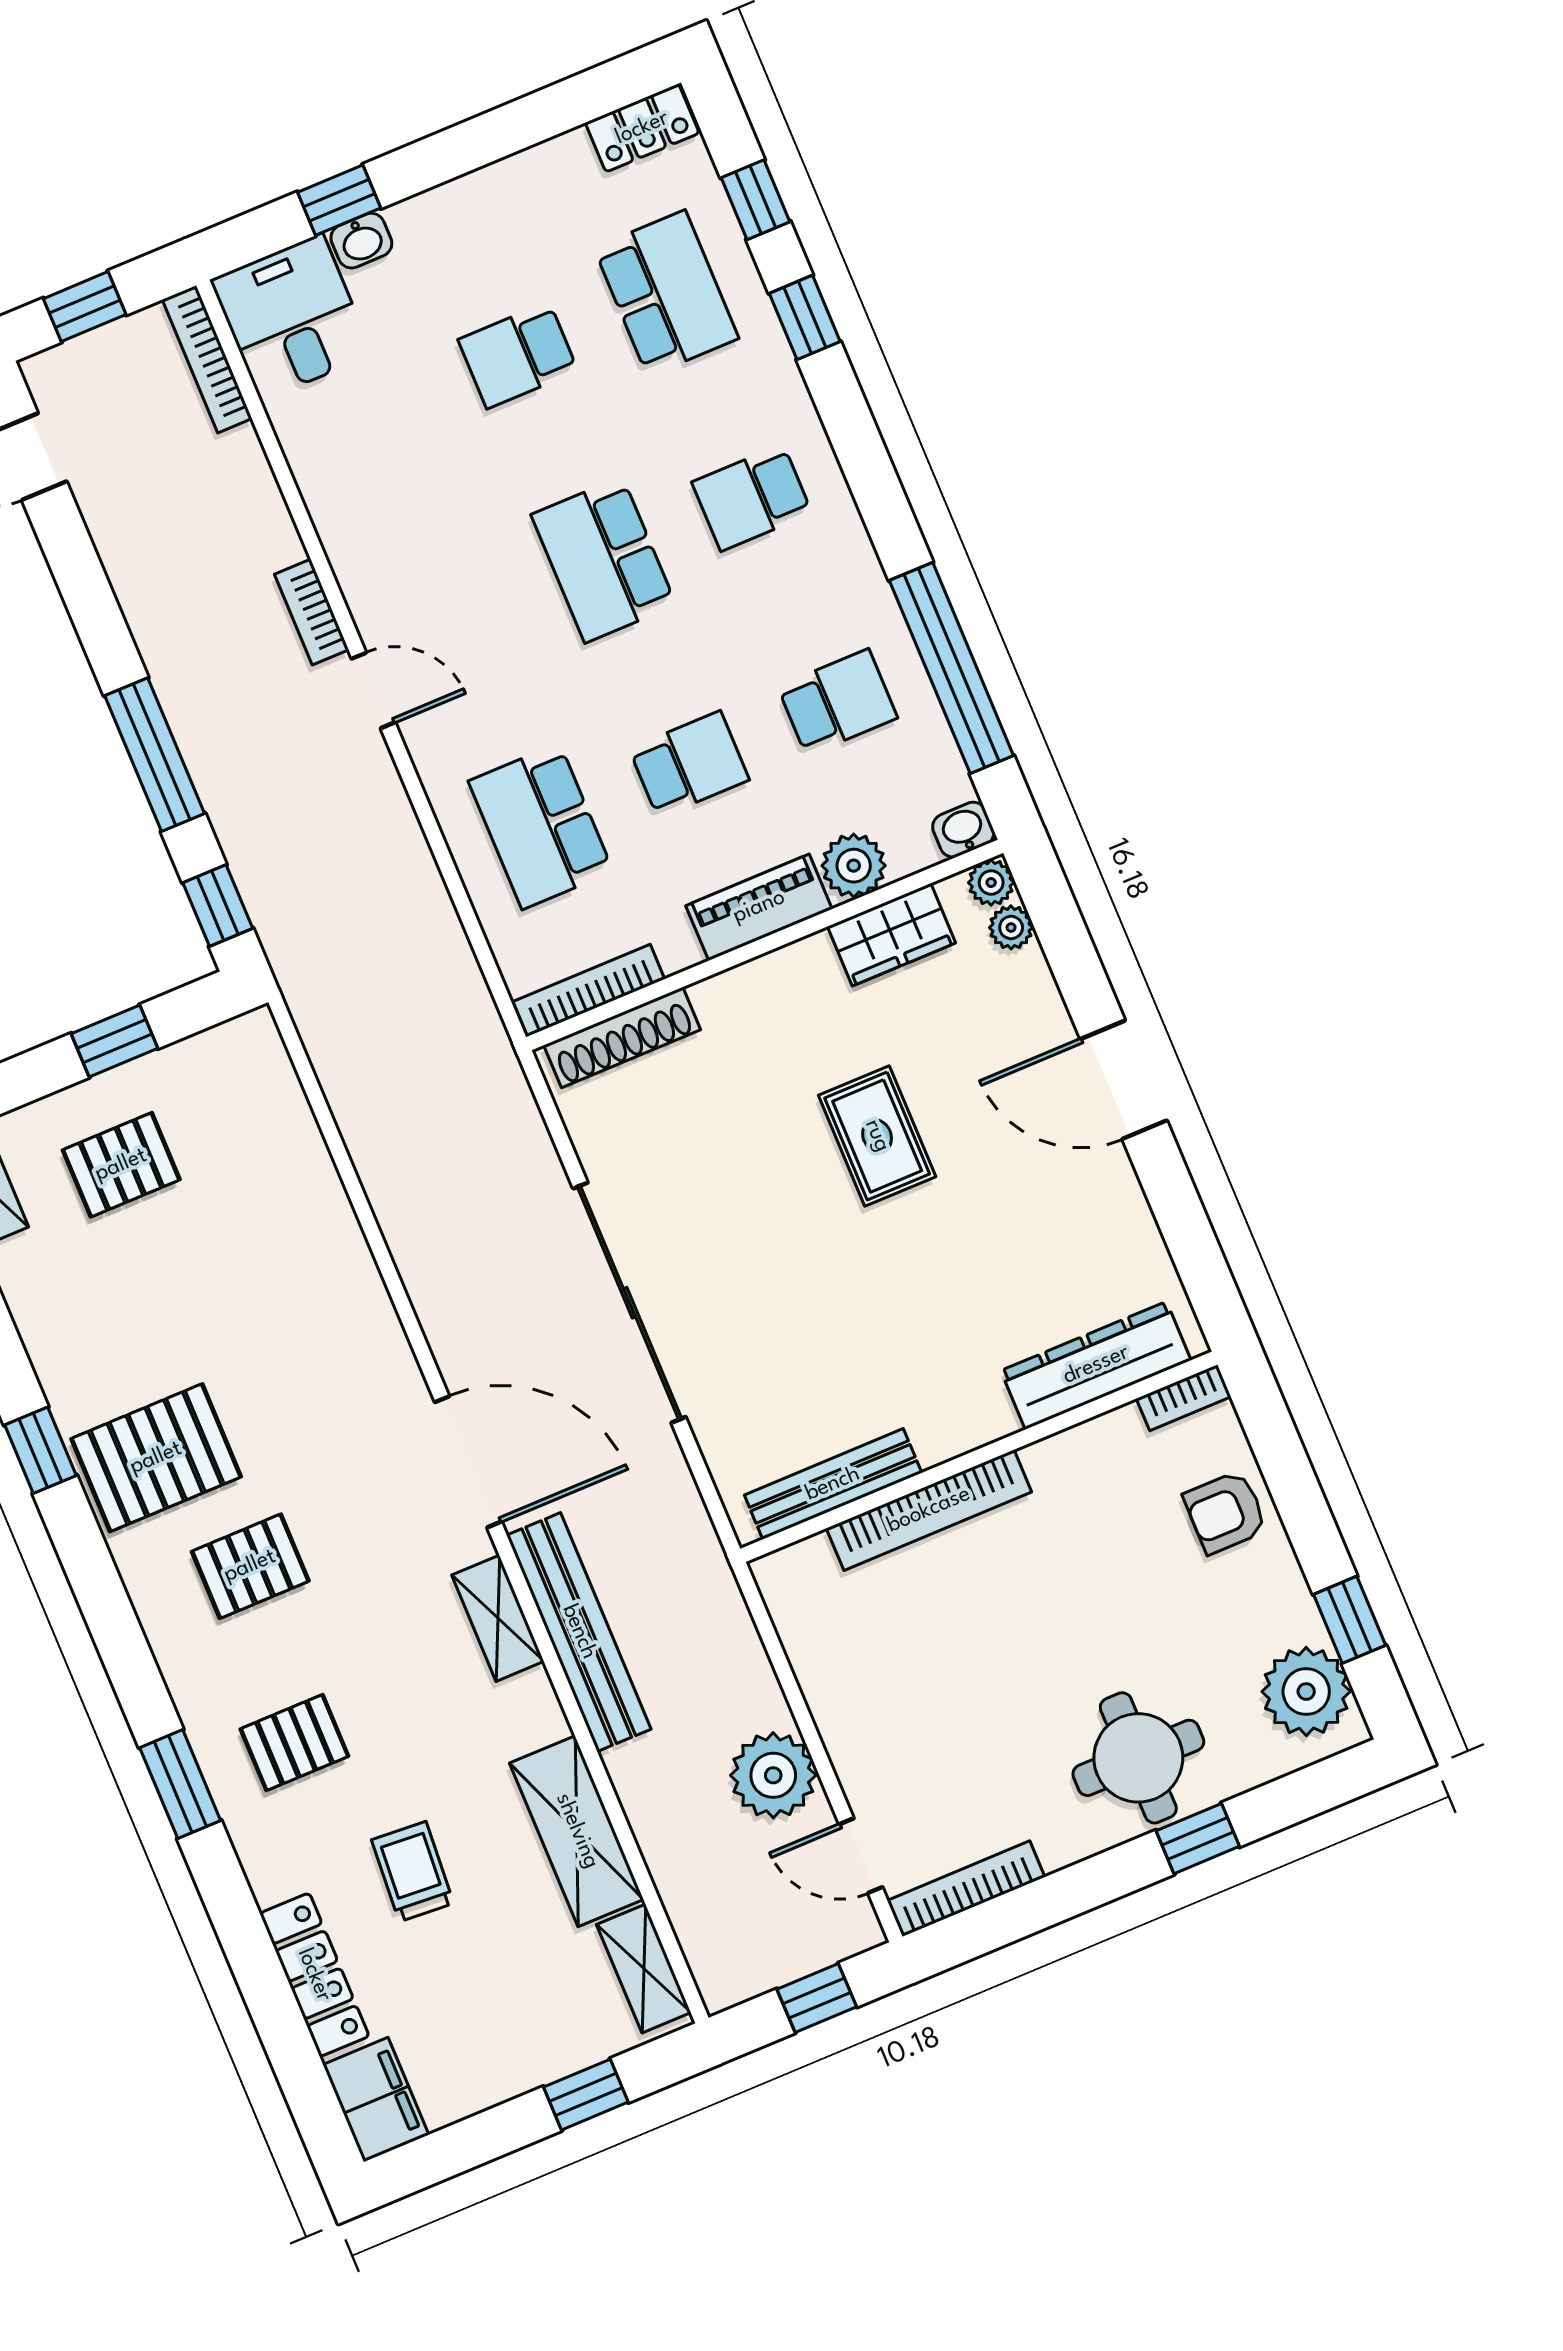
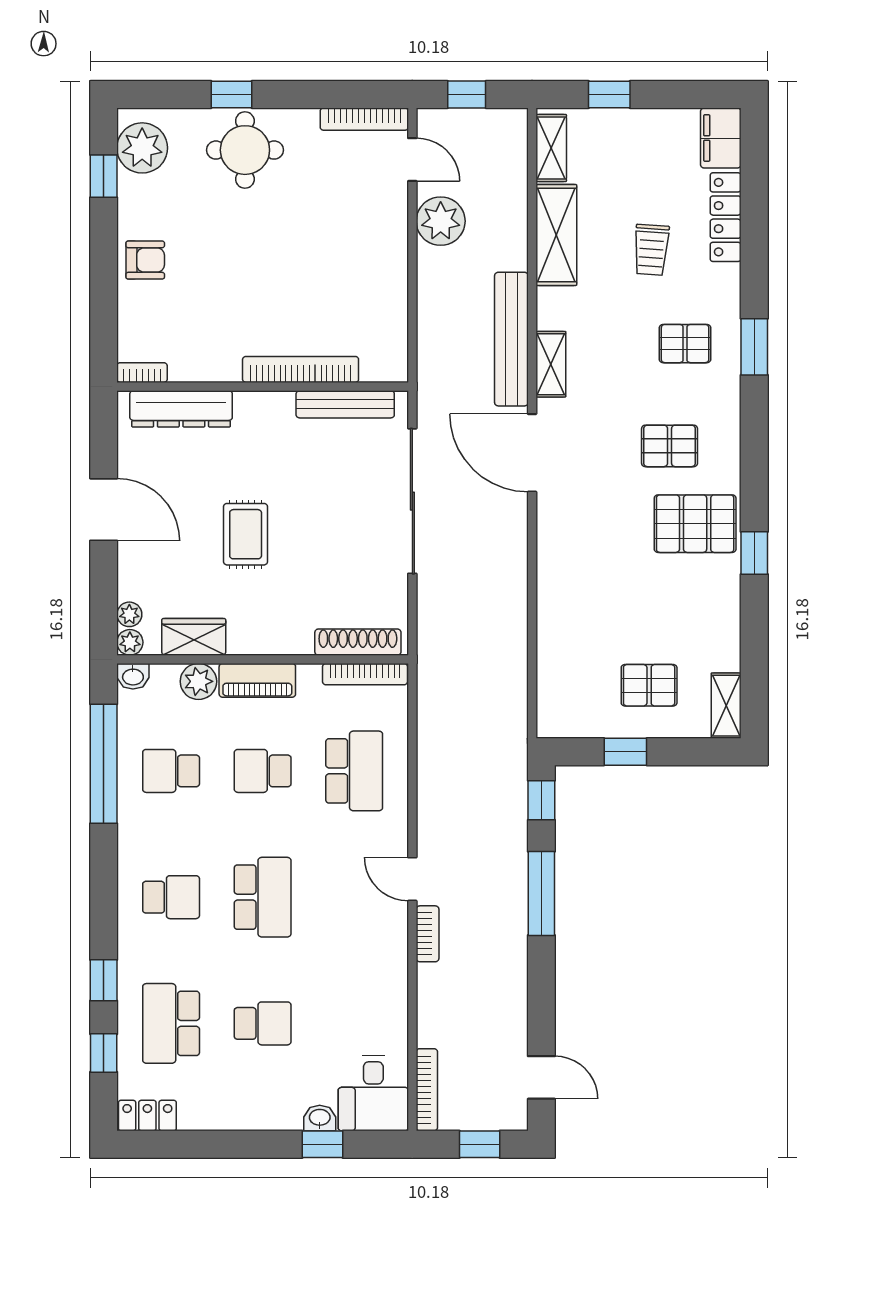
dresser: (1096, 1365) -> (181, 409), moved
bookcase: (1184, 1398) -> (142, 373), moved
wall: (979, 1457) -> (263, 387), moved
bench: (833, 1484) -> (345, 404), moved
bookcase: (929, 1510) -> (301, 369), moved

